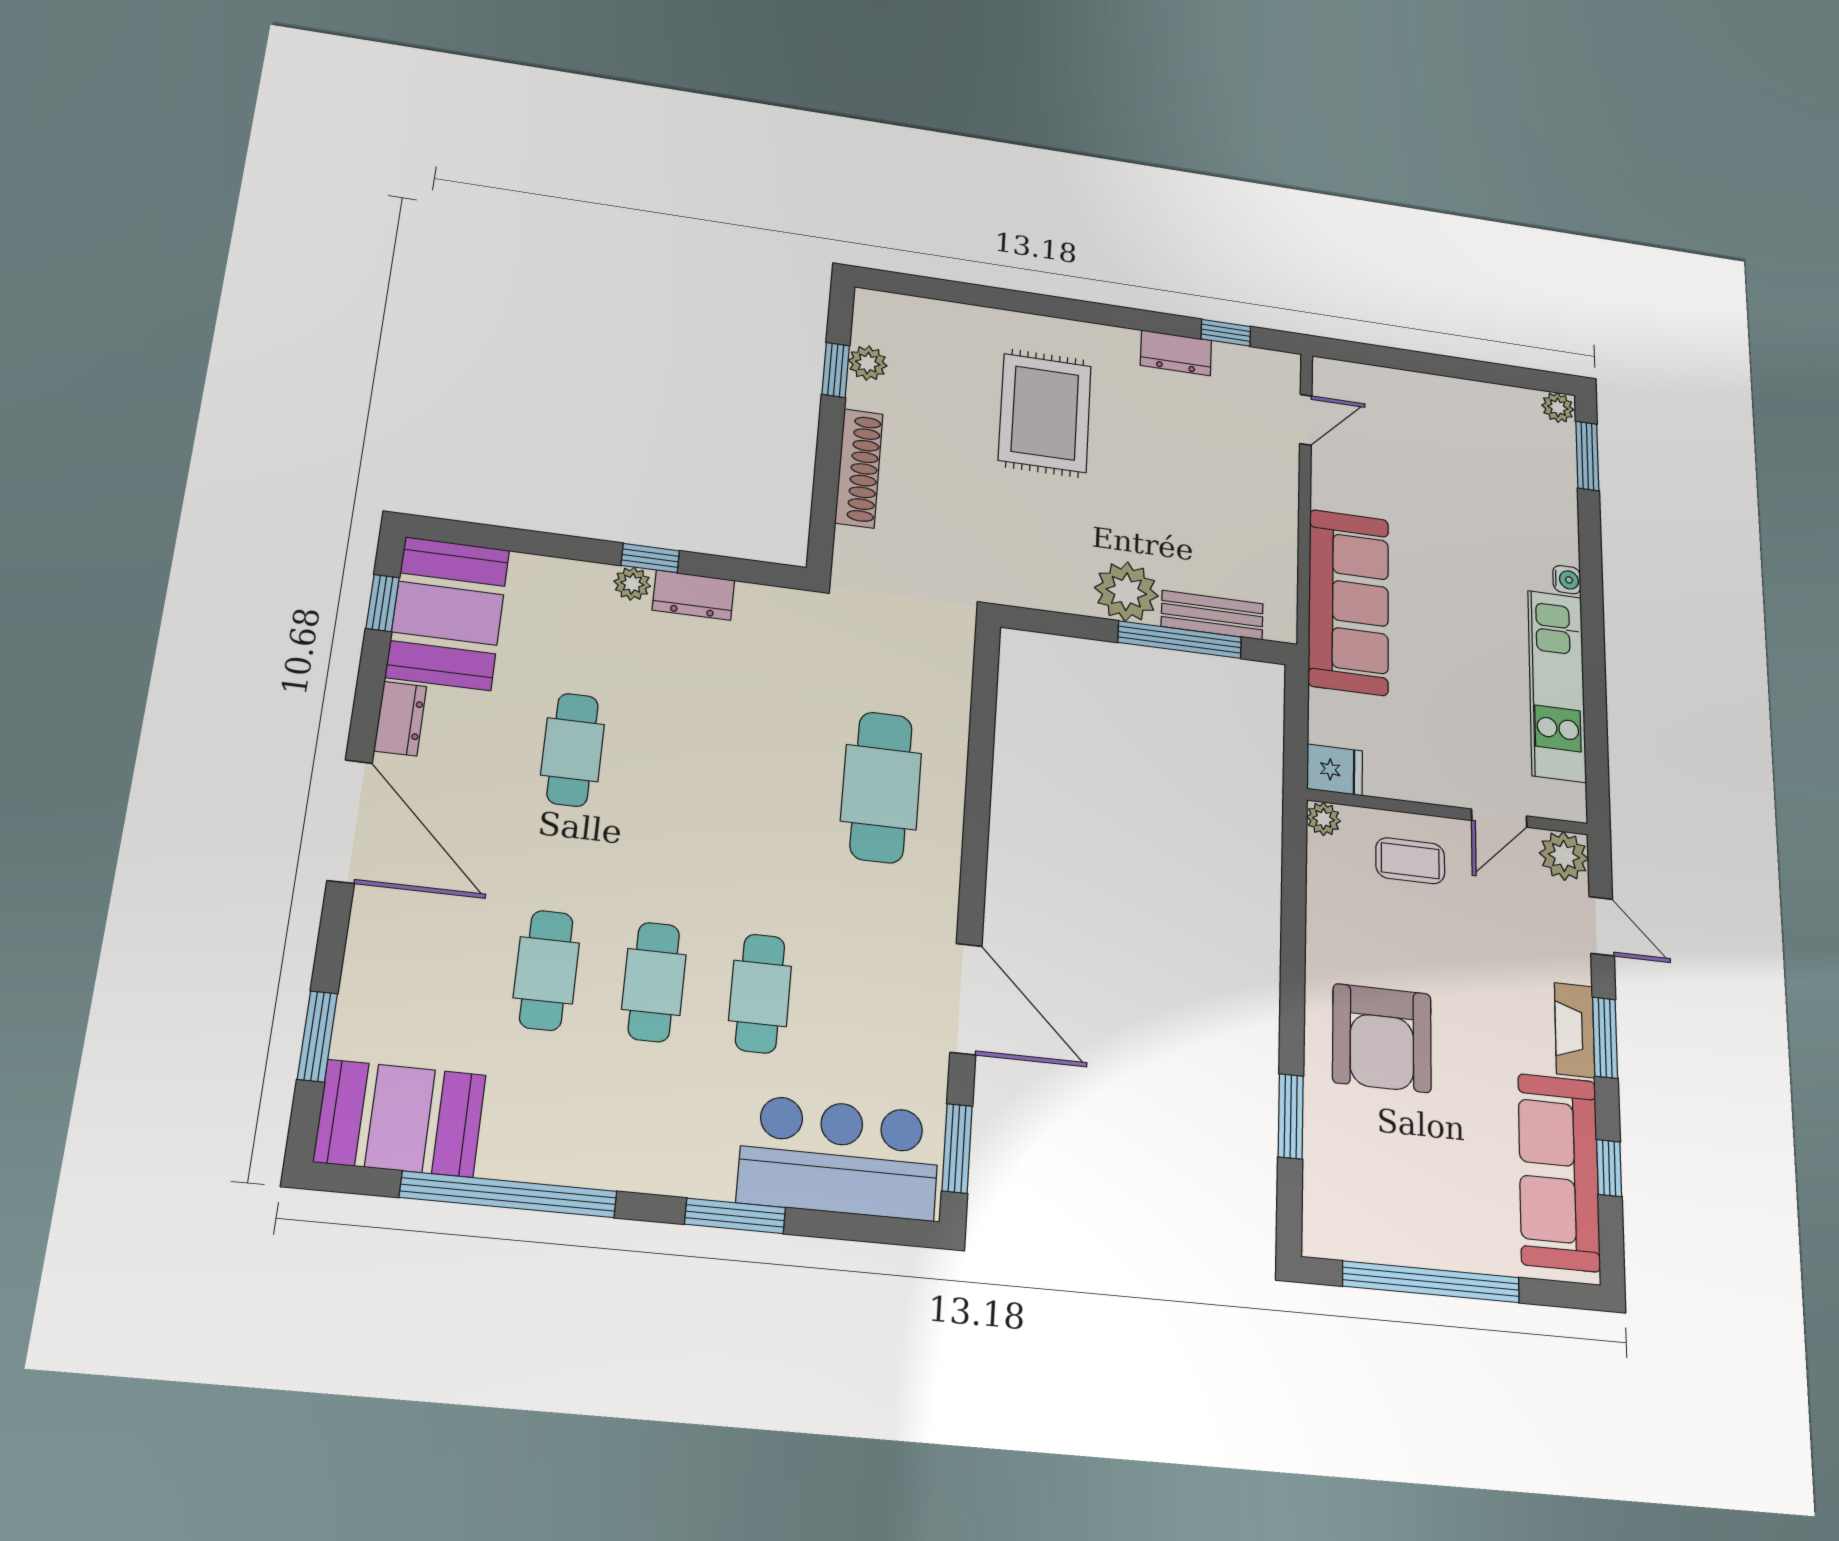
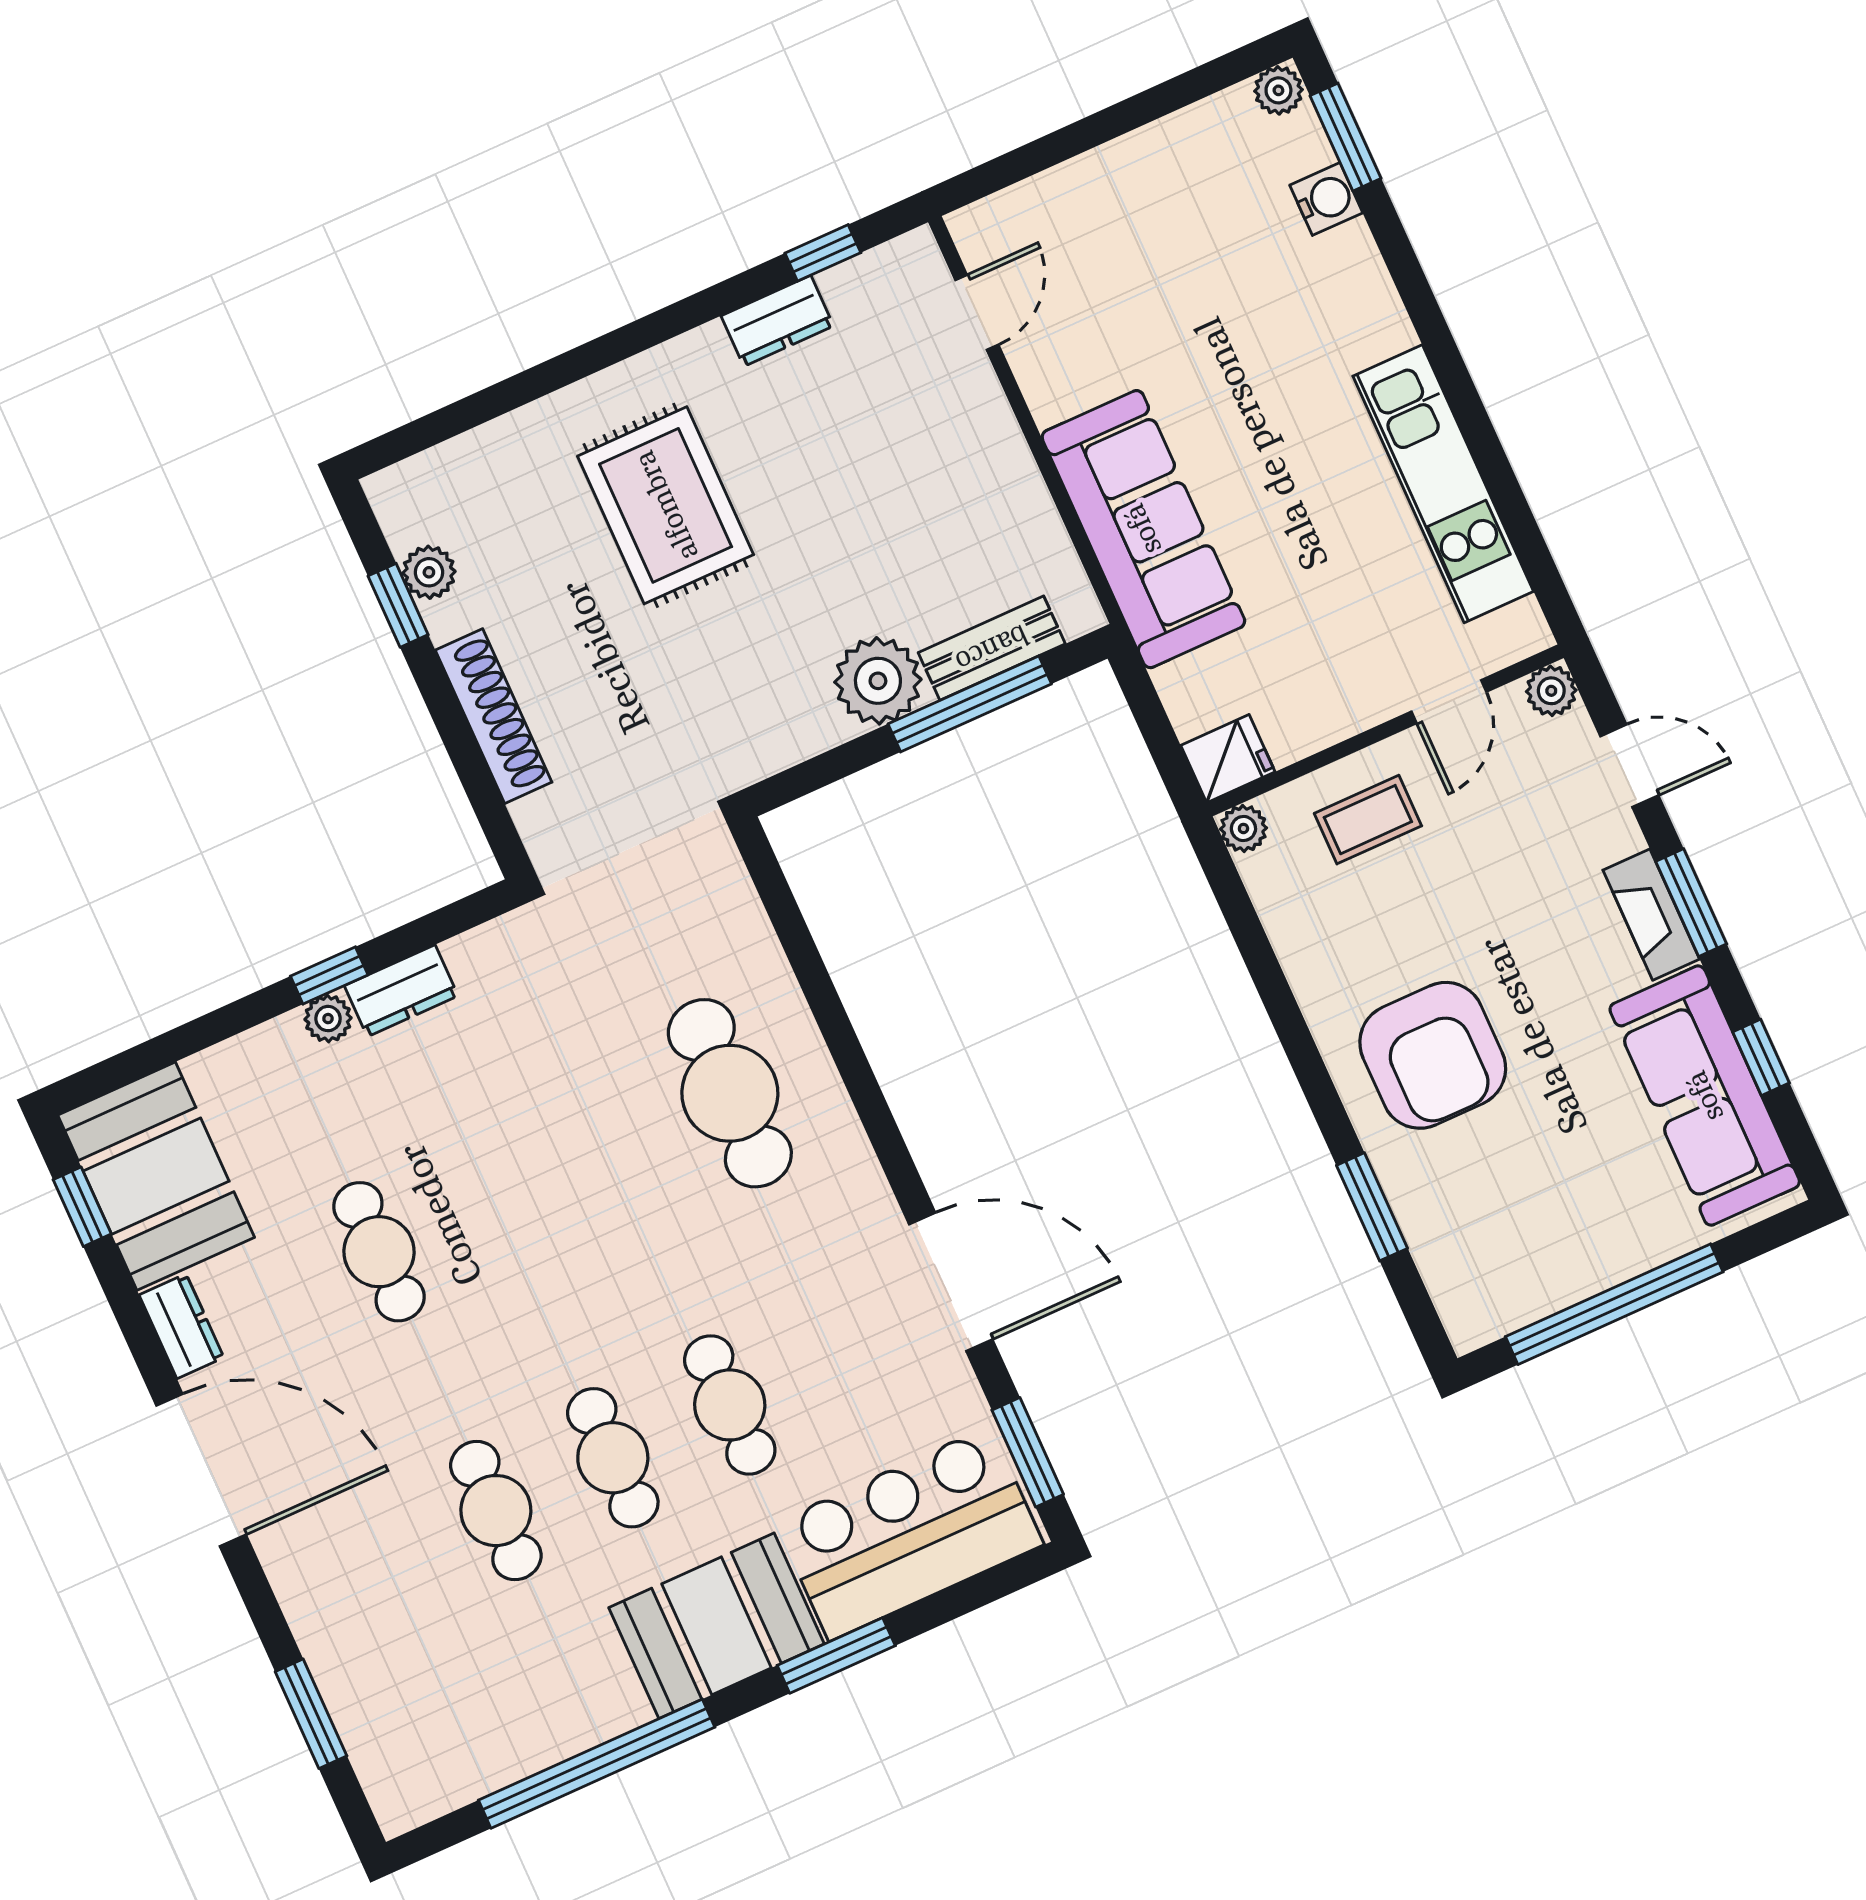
water cooler: (1567, 580) -> (1326, 199), moved, width x1.38, depth x1.38
plant: (1564, 856) -> (1551, 691), width x0.73, depth x0.73
booth: (400, 1118) -> (717, 1626), moved

